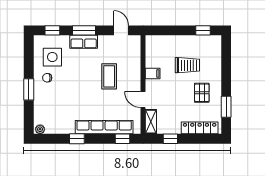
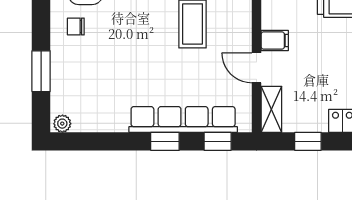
filing cabinet: (153, 74) -> (275, 40), moved
window: (29, 89) -> (41, 71), moved
window: (77, 139) -> (165, 141), moved

